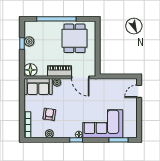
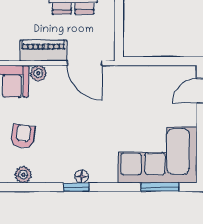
corner sofa: (103, 124) -> (158, 155), moved

